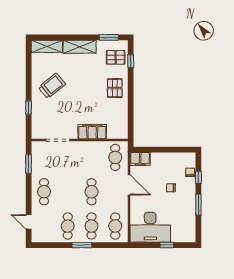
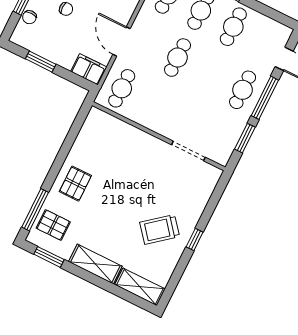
window: (131, 61) -> (35, 210), width x2.17
window: (29, 108) -> (195, 240), moved
filing cabinet: (92, 132) -> (136, 139), removed
window: (171, 150) -> (41, 62), added
window: (29, 194) -> (265, 98), added

